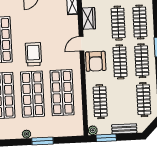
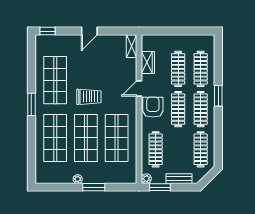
trolley: (33, 54) -> (89, 97), turned 90
armchair: (96, 61) -> (153, 107), turned 180

